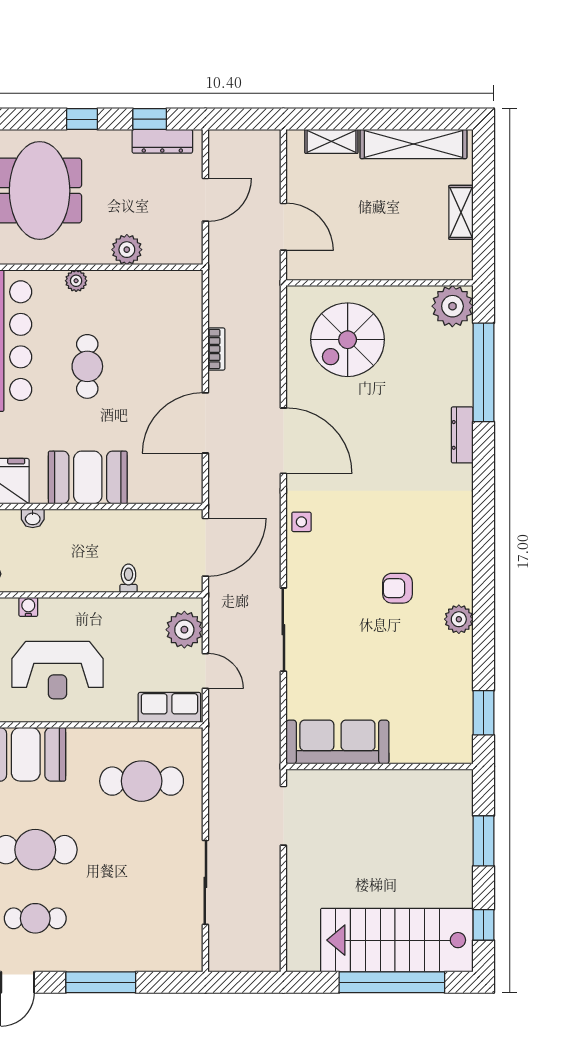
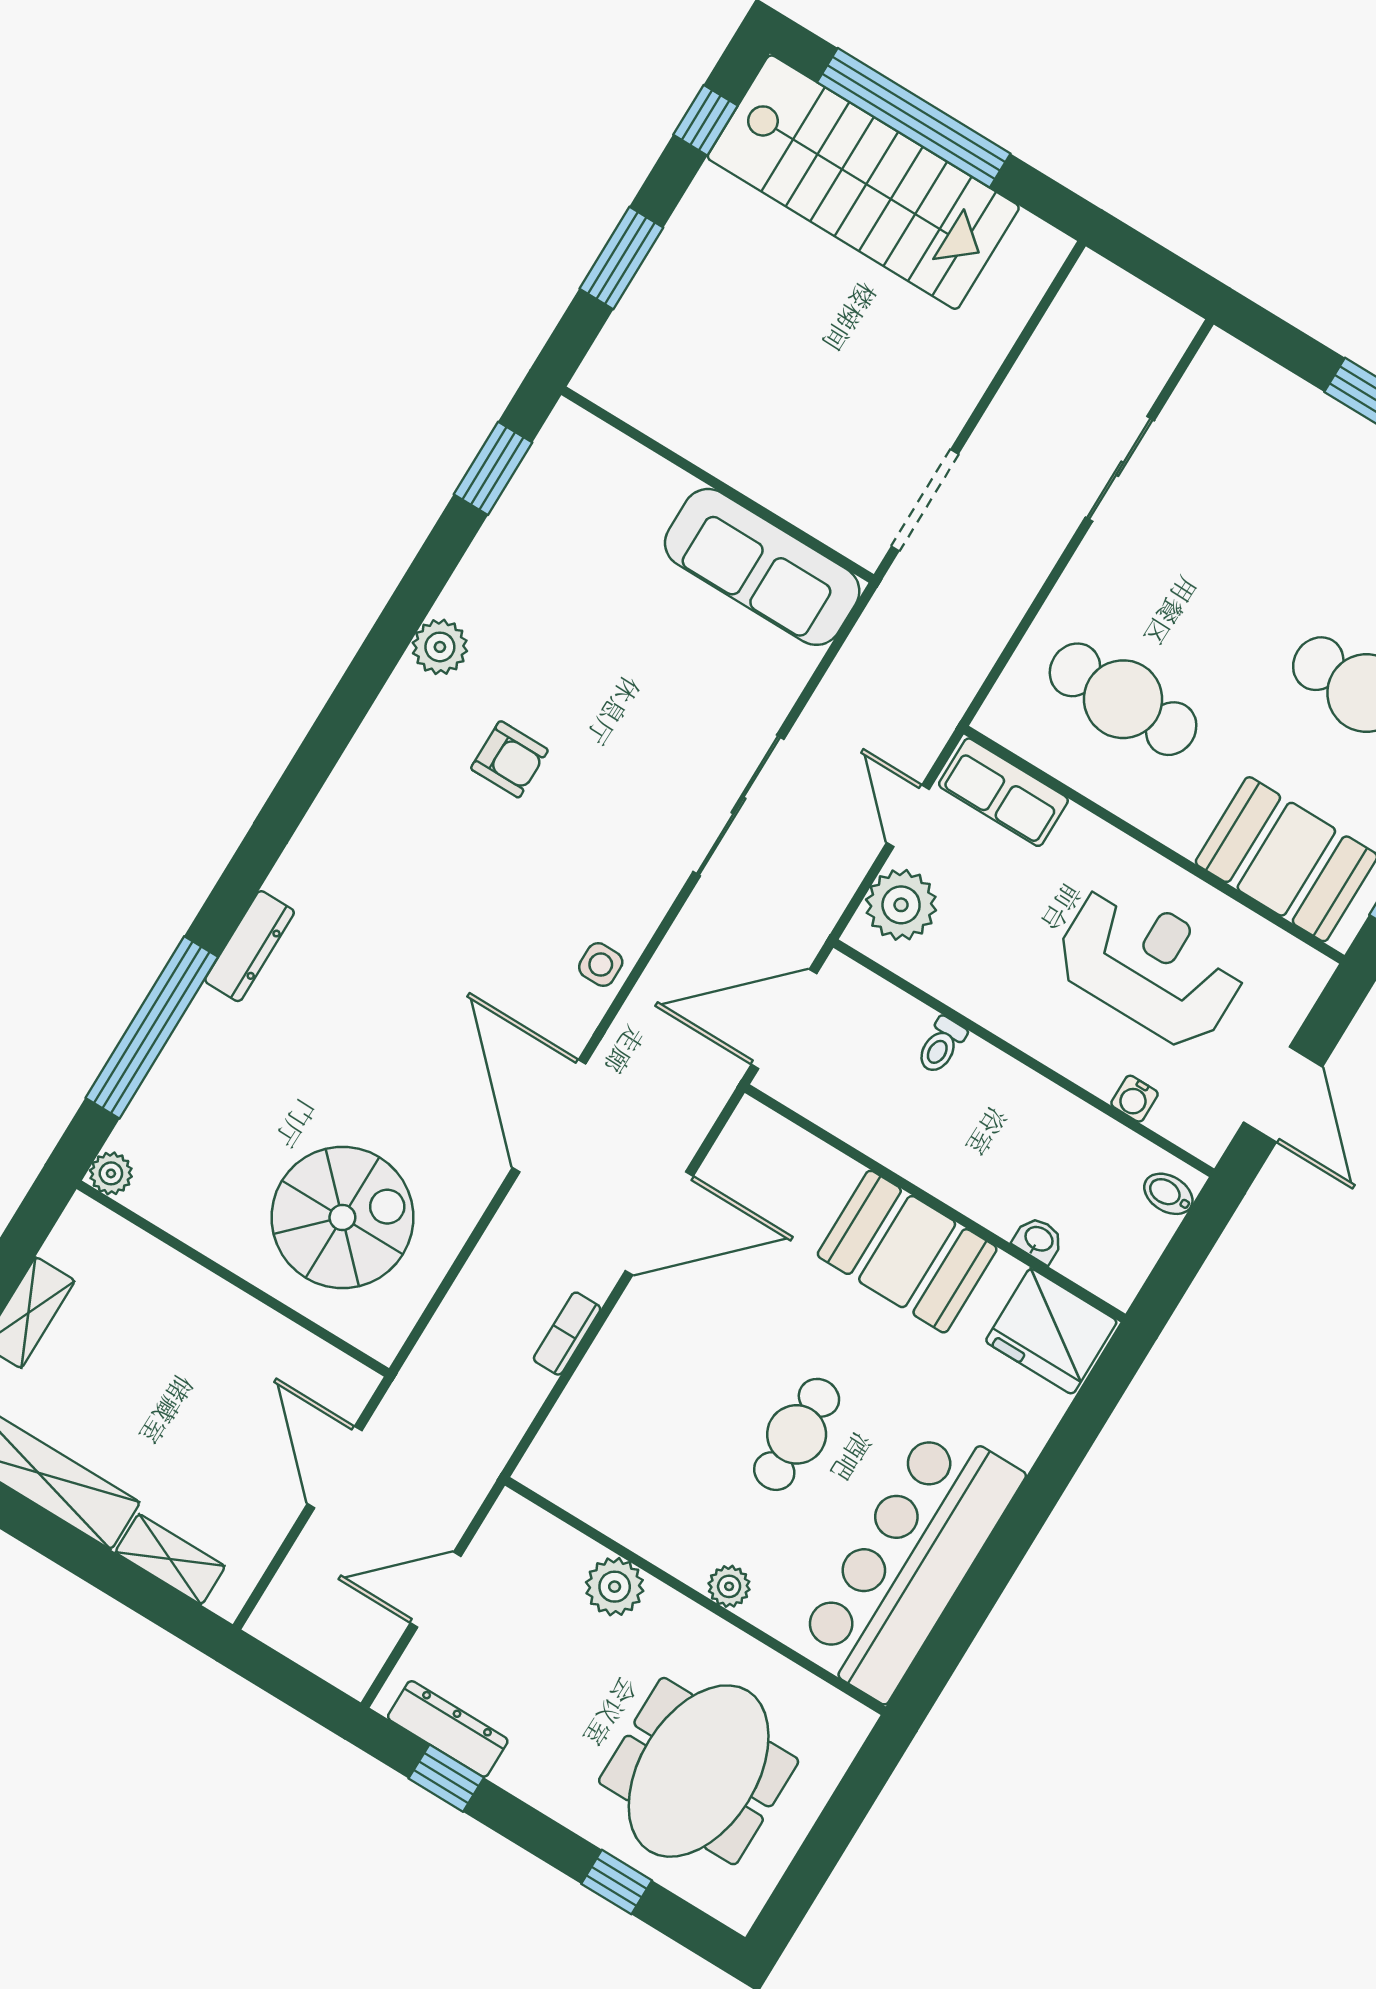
window: (82, 119) -> (617, 1882), moved
plant: (452, 306) -> (111, 1173), width x0.53, depth x0.53
sliding door: (205, 882) -> (1120, 469), width x0.73

